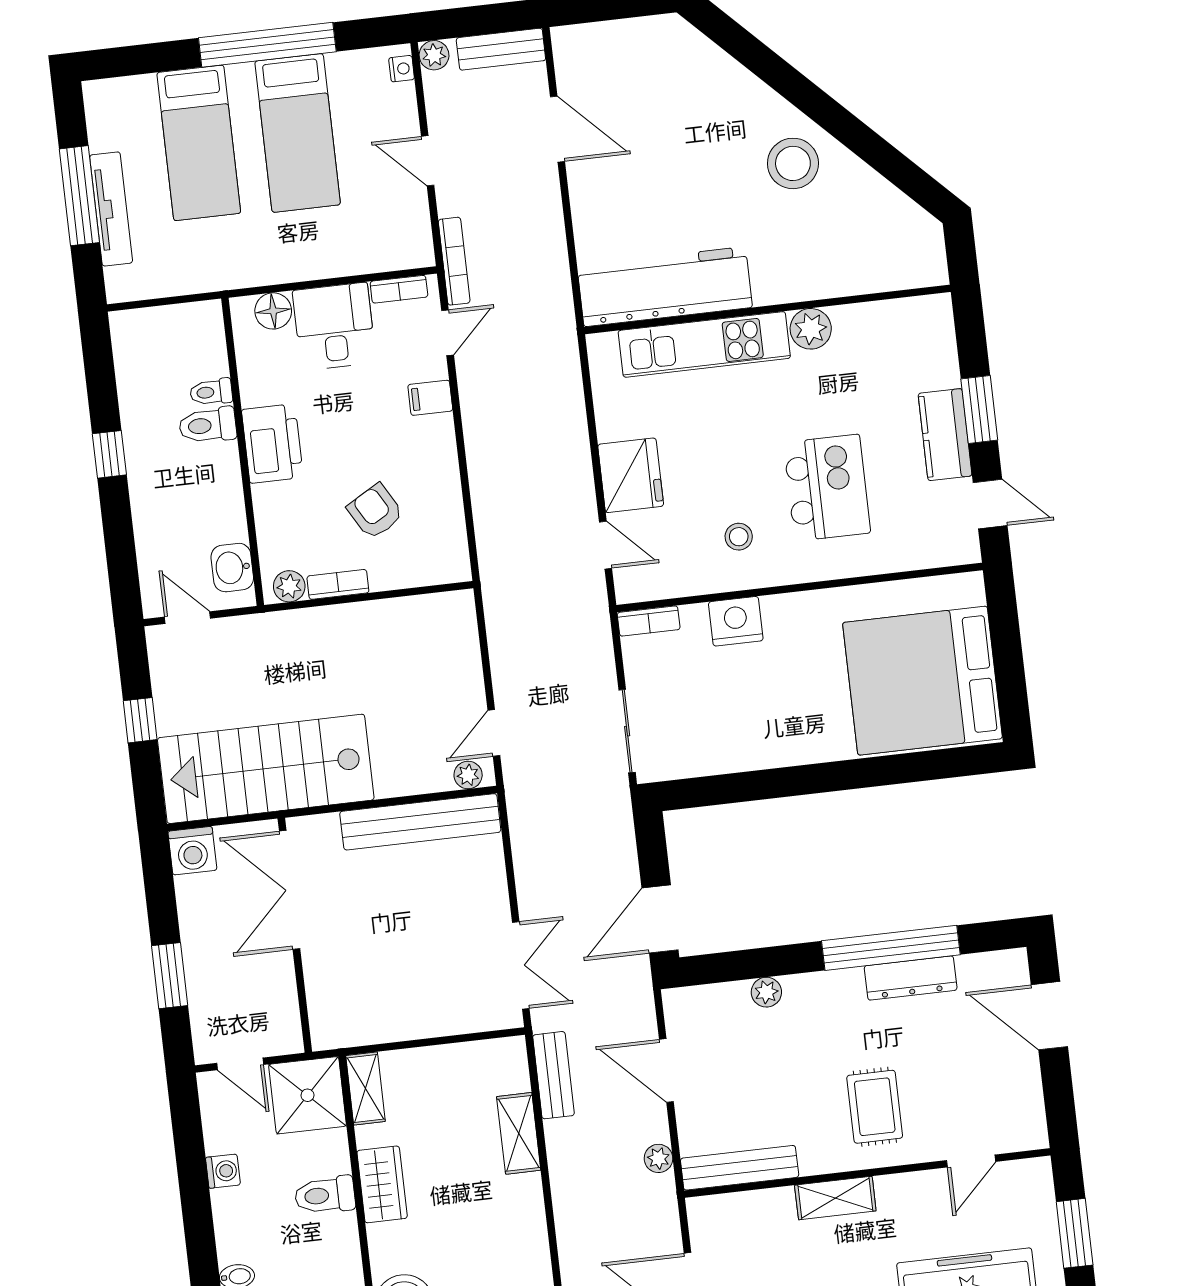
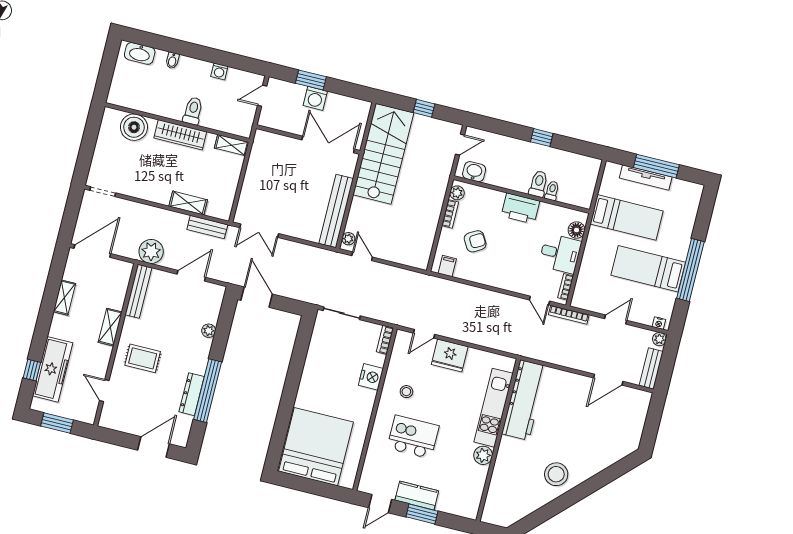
bed: (199, 143) -> (627, 217), moved, turned 180
filing cabinet: (430, 398) -> (447, 266), moved
kitchen island: (827, 488) -> (413, 437), turned 180
washing machine: (192, 851) -> (315, 98), moved, turned -90
shower: (307, 1095) -> (238, 119), removed
plant: (659, 1158) -> (151, 251), width x1.87, depth x1.87
wardrobe: (382, 1184) -> (180, 135), width x1.50

